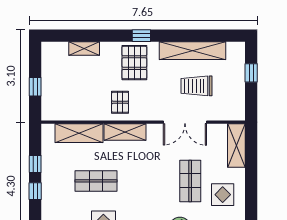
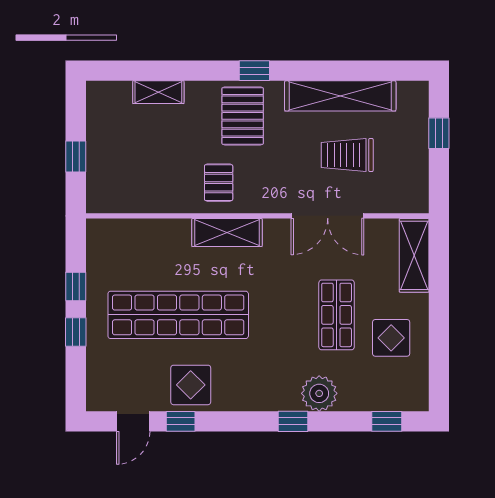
shelving: (79, 133) -> (150, 235), removed
shop shelf: (96, 181) -> (178, 315), width x2.00, depth x1.36

